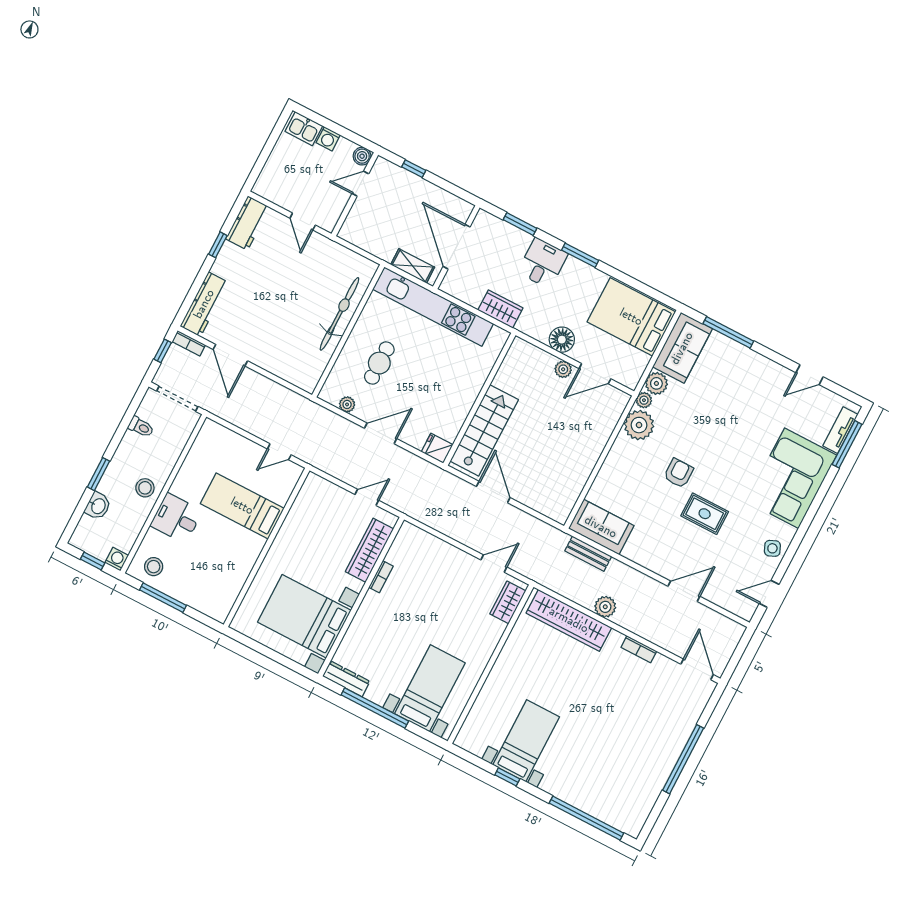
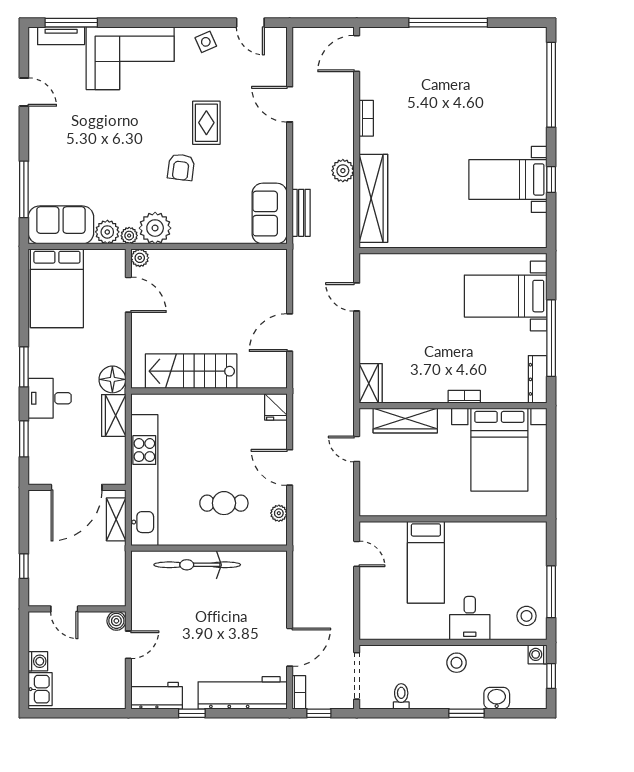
boiler: (362, 156) -> (116, 621), moved
workbench: (204, 304) -> (243, 693), width x1.36, depth x1.32
floor lamp: (562, 340) -> (112, 379), moved
plant: (563, 369) -> (140, 258), moved
stairs: (484, 430) -> (191, 371), moved
armchair: (678, 473) -> (181, 167), turned -83
bookcase: (381, 577) -> (464, 397), moved
wardrobe: (508, 602) -> (371, 383), moved, turned -90

